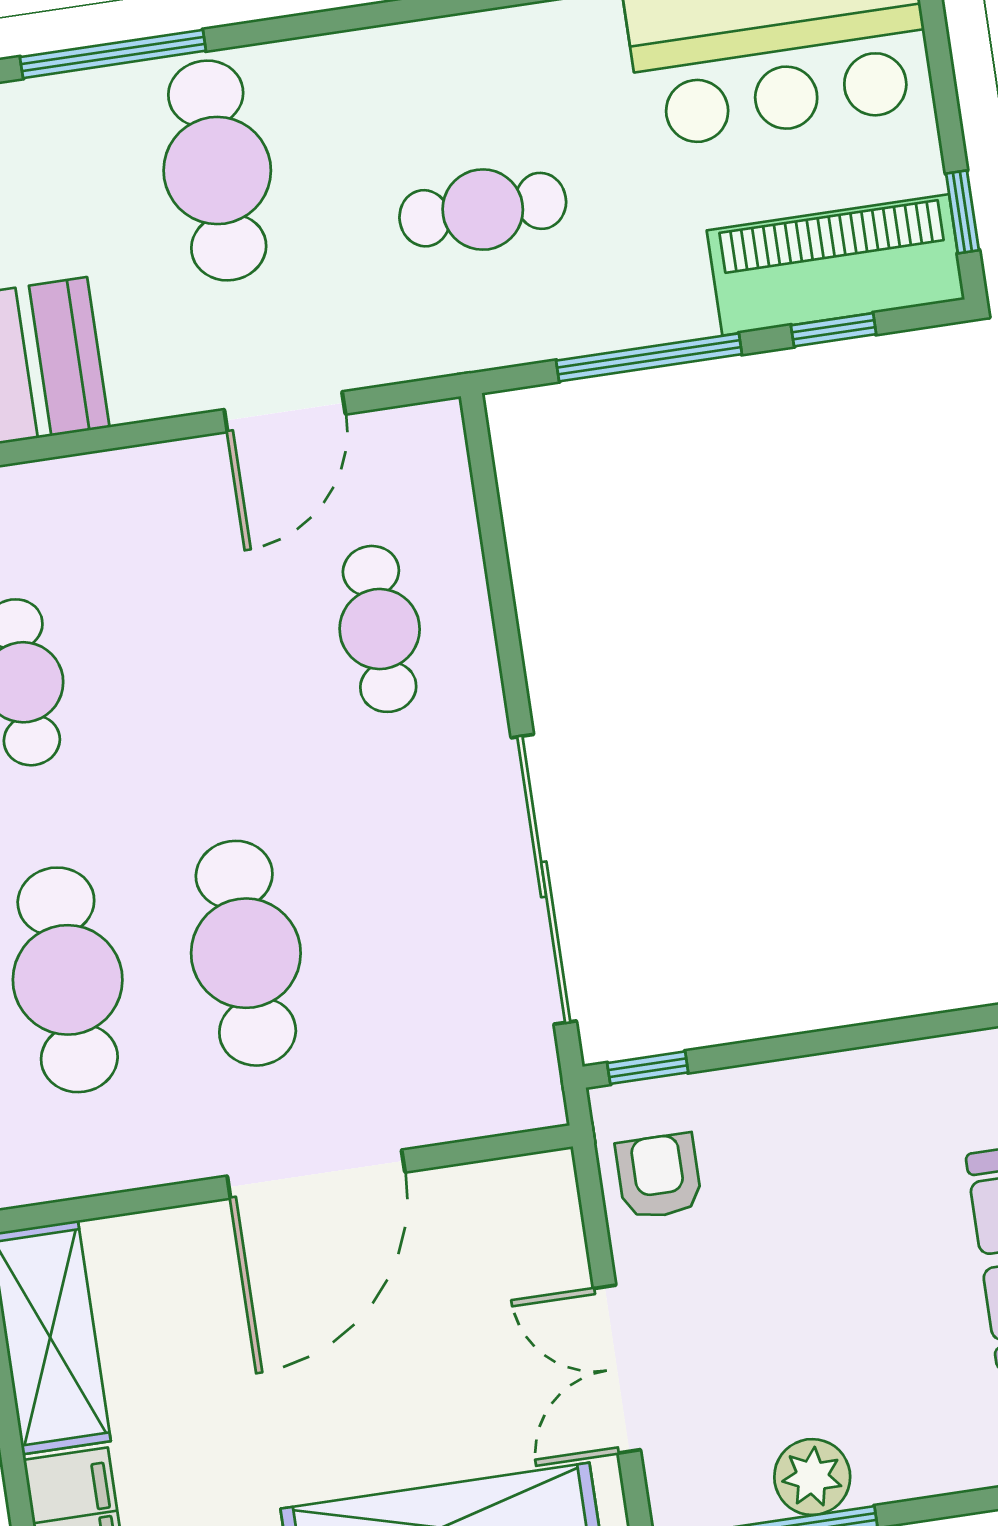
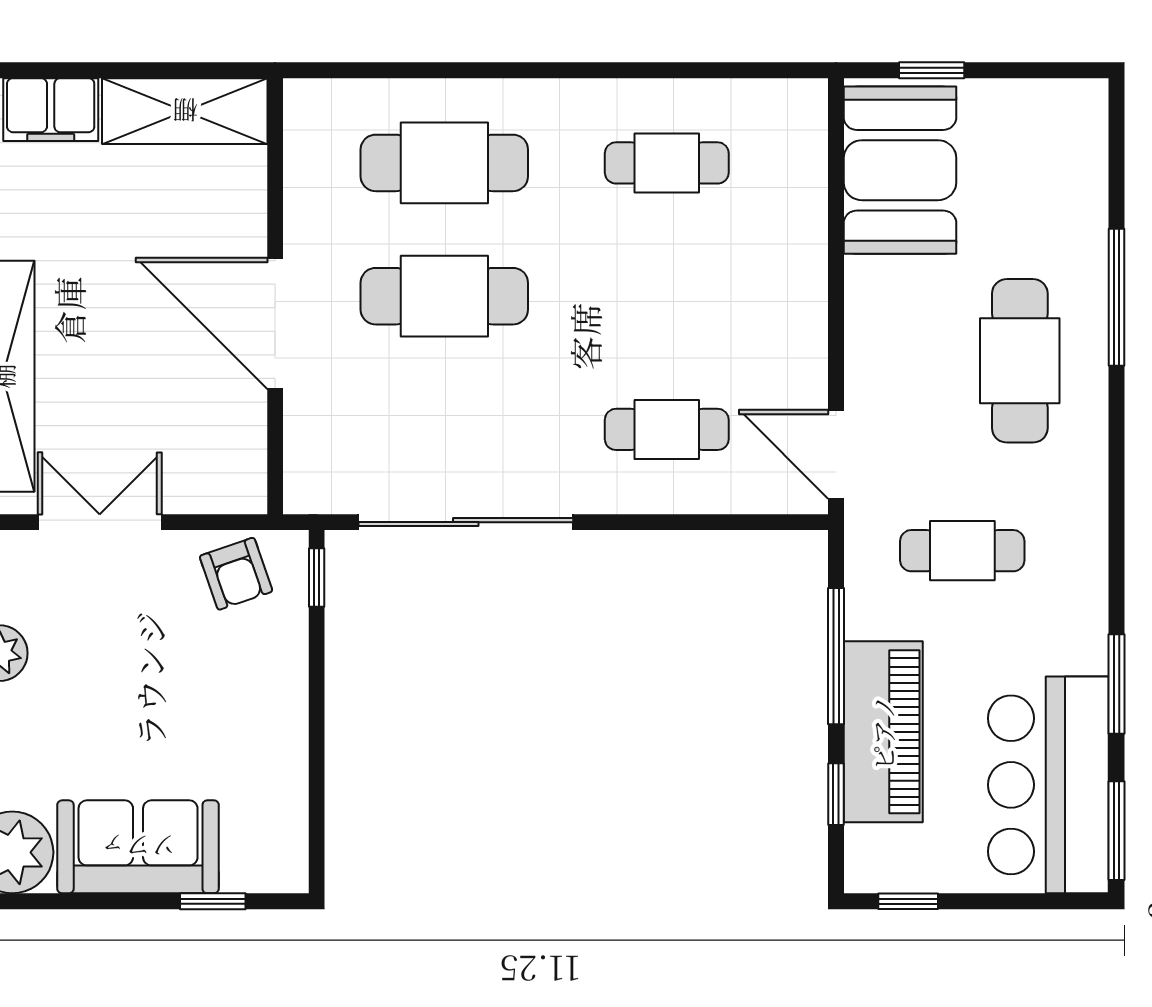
cafe table: (217, 170) -> (1020, 361), turned 90
cafe table: (483, 210) -> (962, 551), turned 90
piano: (836, 265) -> (883, 732), moved
door: (285, 412) -> (836, 454), moved
armchair: (659, 1176) -> (236, 574), turned 71

